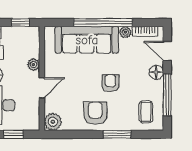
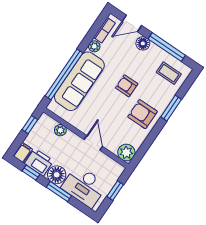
window: (103, 23) -> (64, 74), moved
plant: (34, 65) -> (60, 130), moved

